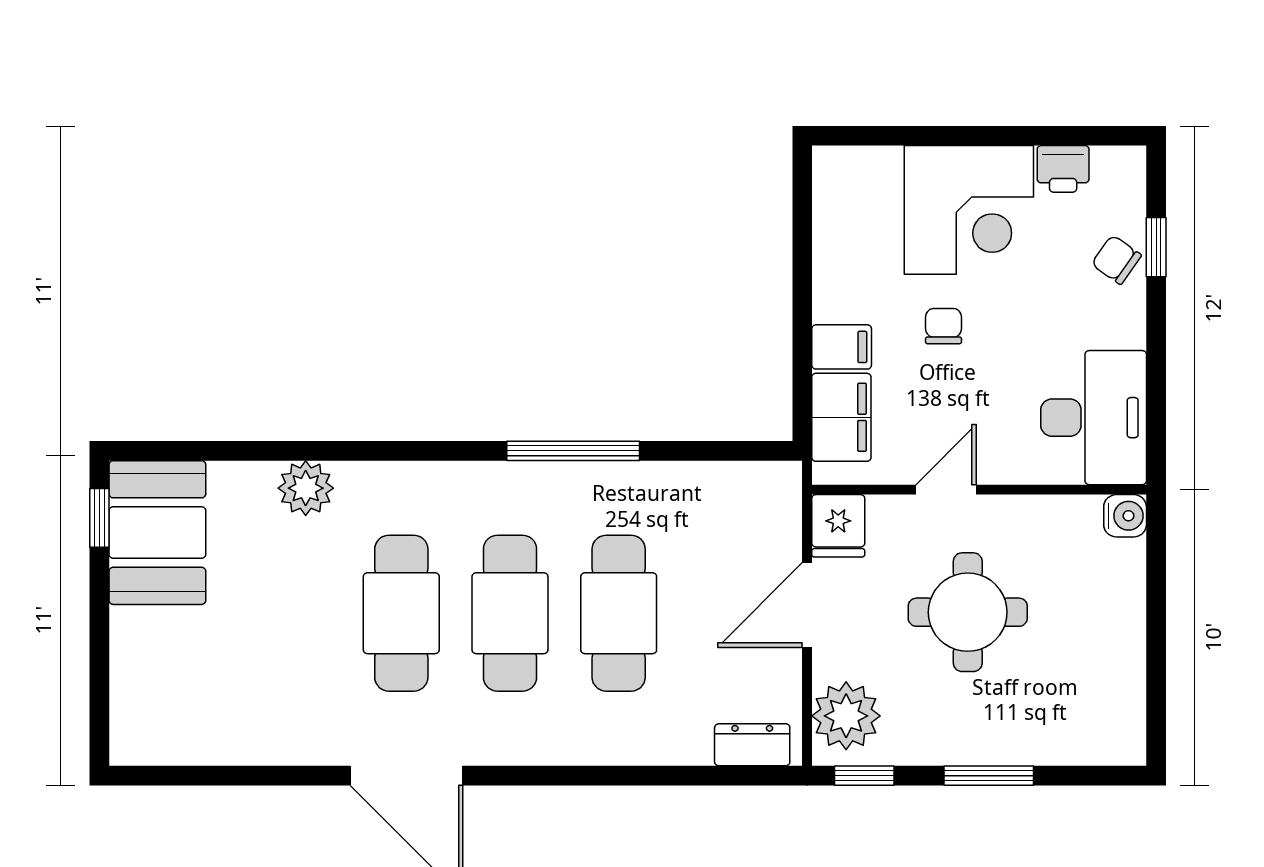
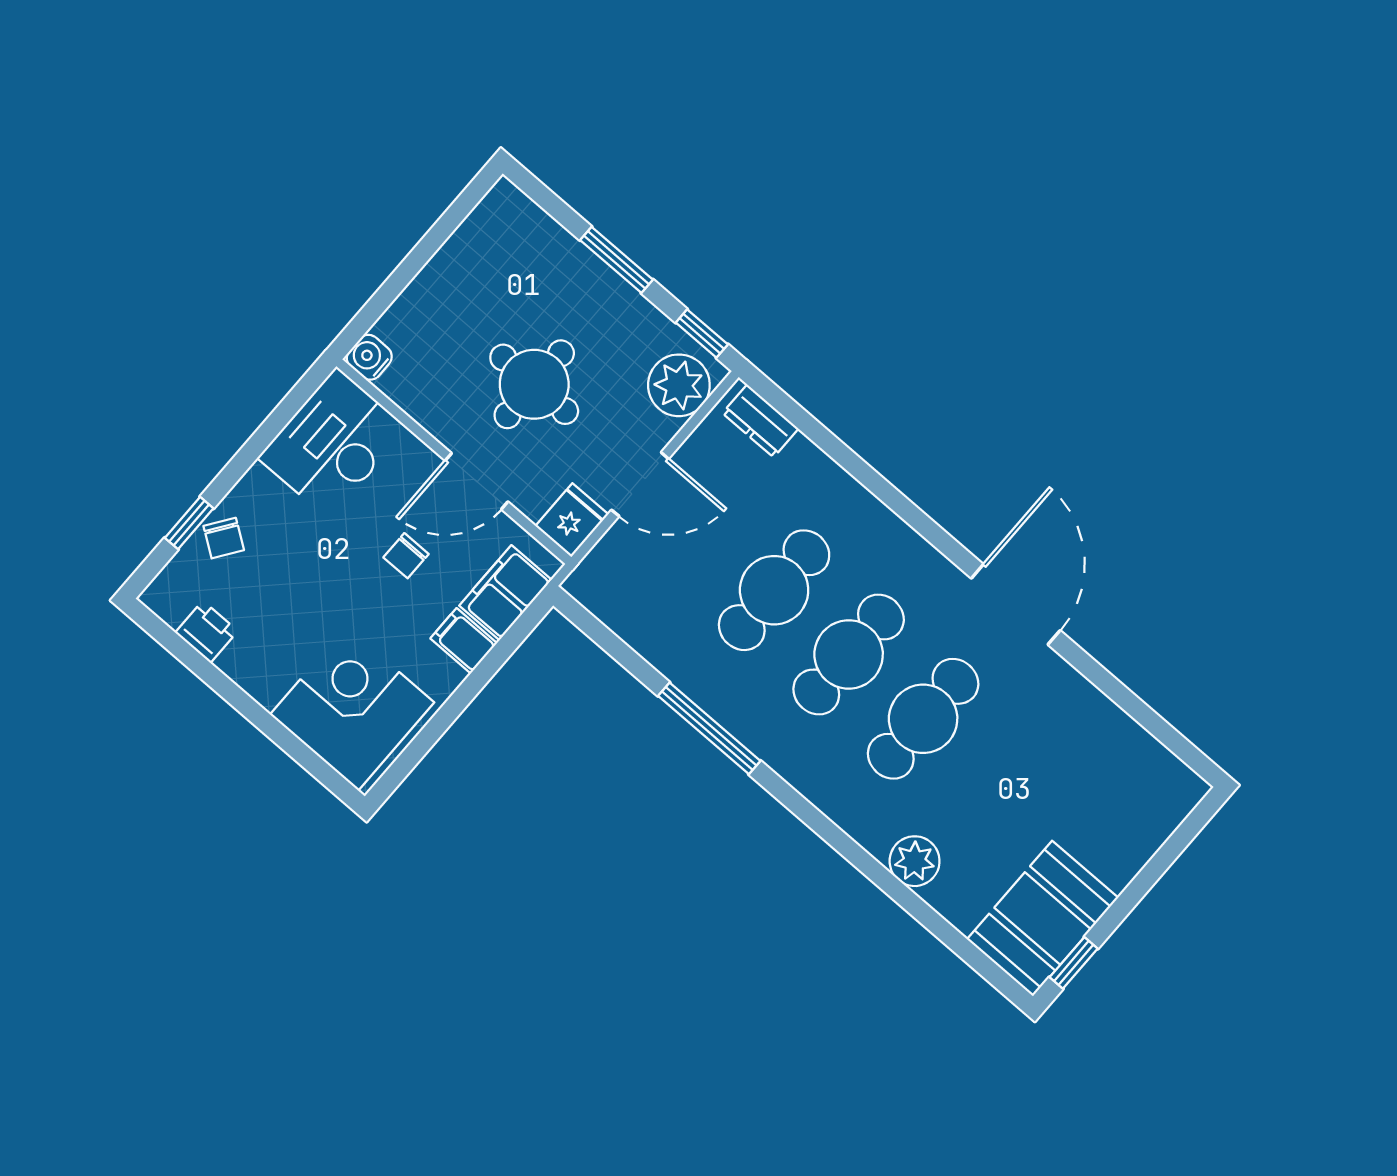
corner desk: (969, 210) -> (352, 708), moved
chair: (944, 326) -> (406, 556), moved
door: (946, 490) -> (477, 481), width x1.37

